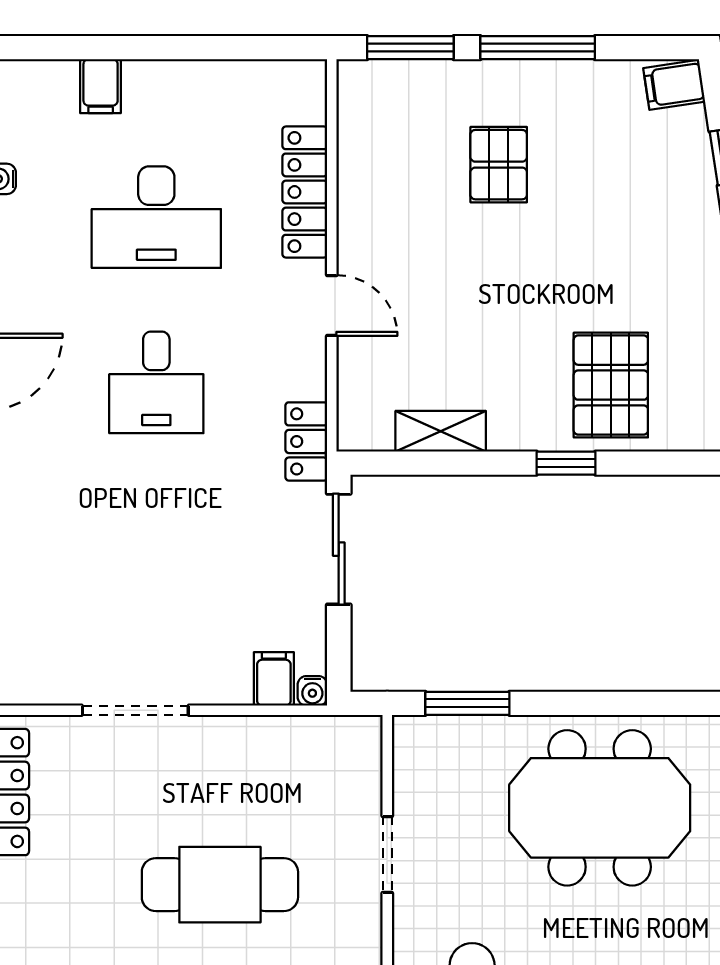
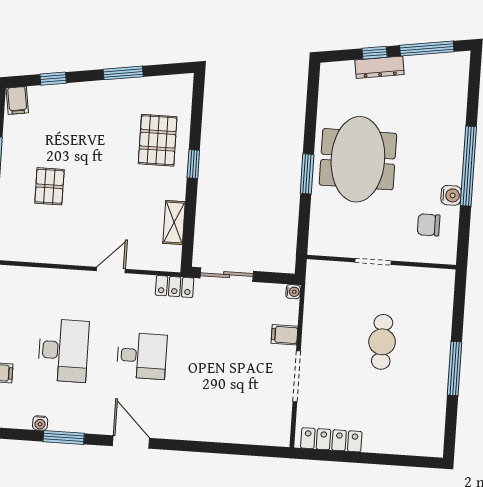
pallet: (499, 165) -> (49, 186), turned 90
locker: (305, 192) -> (56, 279), removed
pallet: (611, 385) -> (158, 140), turned 90
filing cabinet: (274, 679) -> (284, 335), moved
window: (467, 703) -> (307, 174), moved
cafe table: (220, 885) -> (382, 342), width x0.73, depth x0.74

